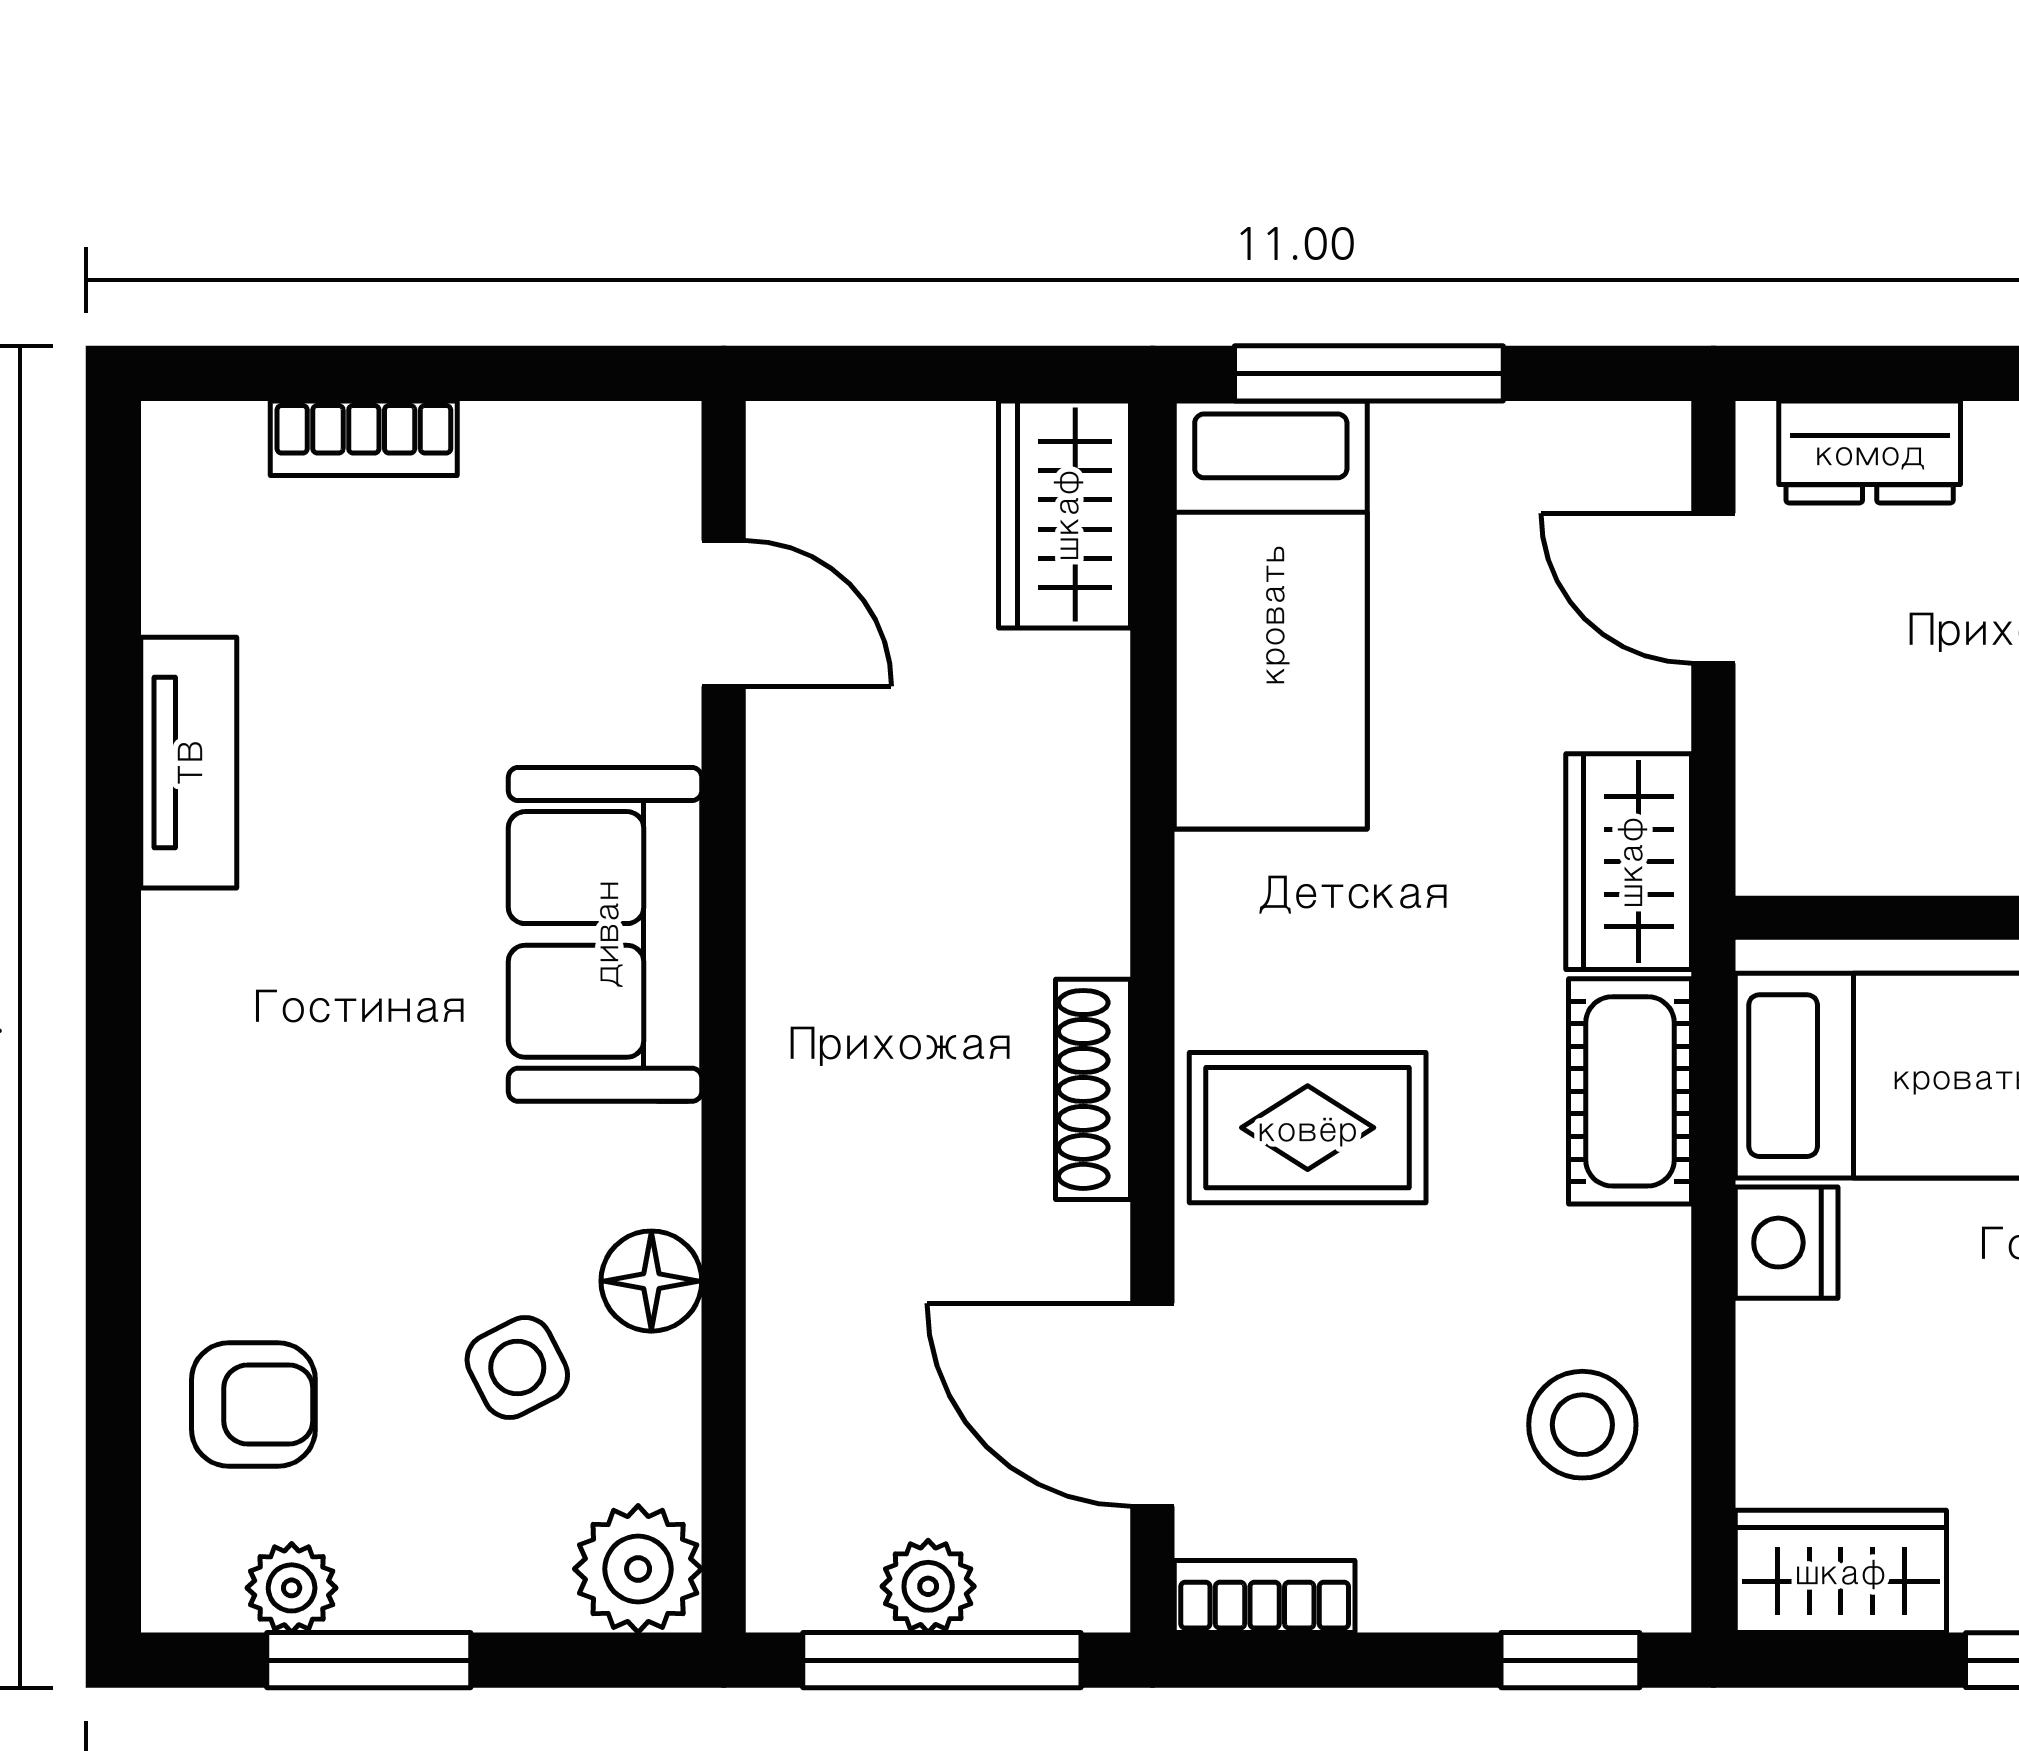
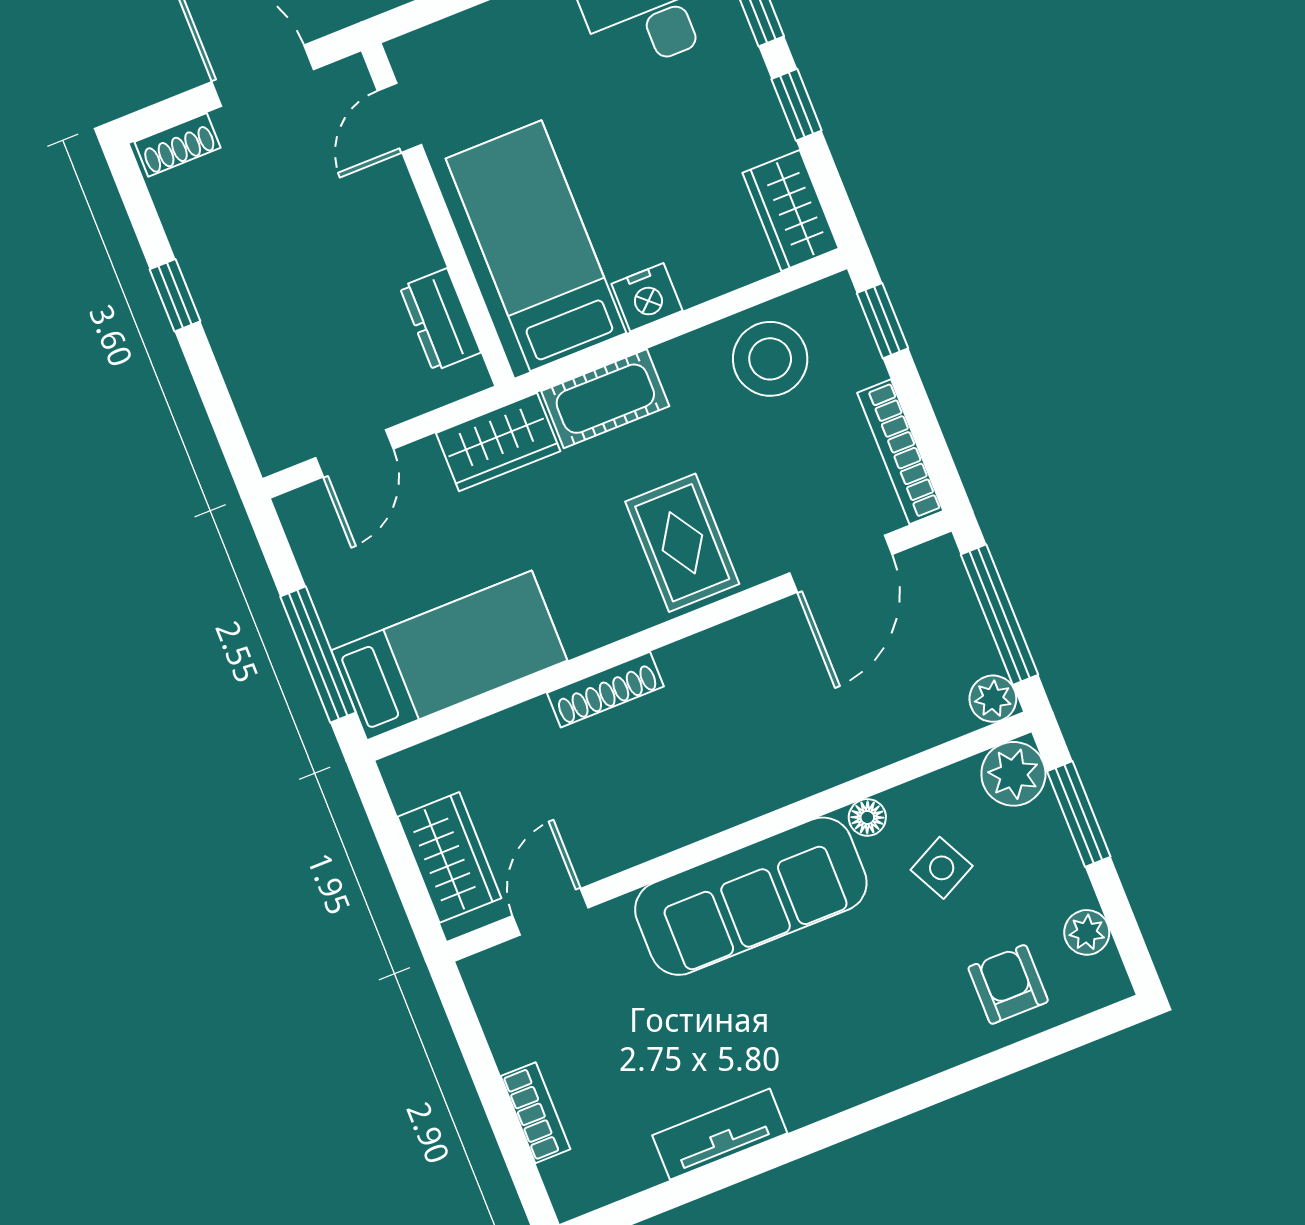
dresser: (1870, 452) -> (440, 320), moved, turned 180
wardrobe: (1065, 515) -> (449, 857), moved, turned -90
sofa: (605, 934) -> (751, 896), width x1.36
shoe rack: (1093, 1089) -> (605, 690), moved
floor lamp: (651, 1281) -> (867, 817), width x0.73, depth x0.73
stool: (1582, 1425) -> (770, 359), width x1.38, depth x1.38
plant: (928, 1586) -> (993, 699), moved
bookcase: (1265, 1596) -> (900, 452), width x1.56
window: (369, 1660) -> (1079, 814), moved

